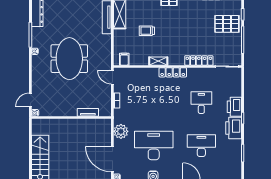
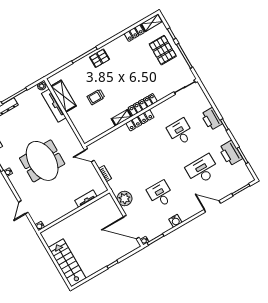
pallet: (227, 24) -> (163, 50), turned 90
filing cabinet: (124, 59) -> (91, 133), removed
locker: (199, 60) -> (143, 105), moved
door: (30, 100) -> (23, 207), moved
printer: (234, 128) -> (231, 153), moved
desk: (154, 146) -> (161, 194), width x0.53, depth x0.77

